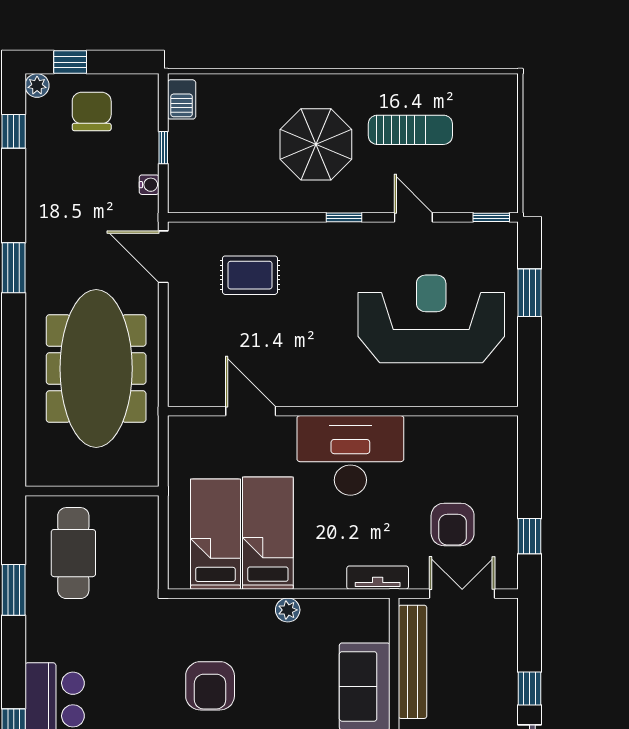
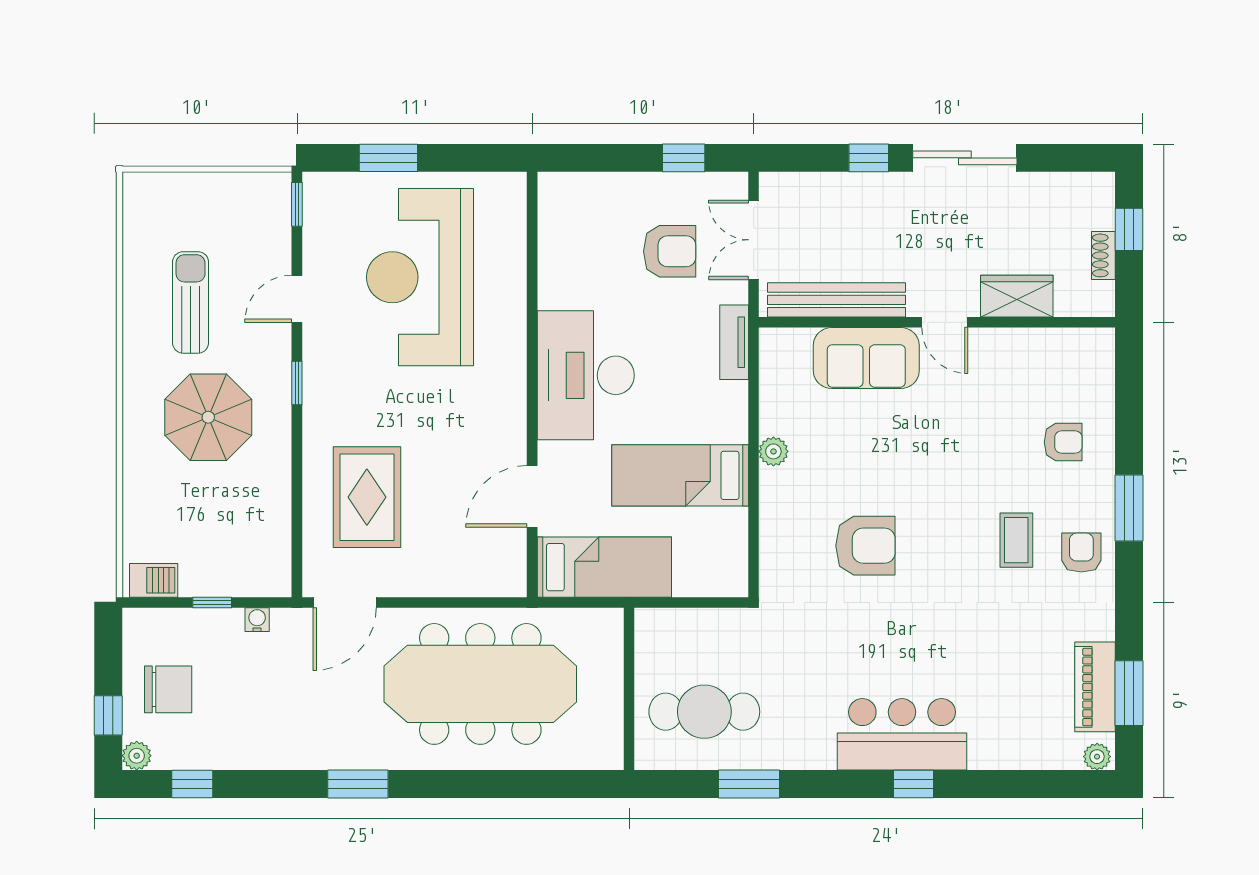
chair: (92, 111) -> (168, 689), turned 180
rug: (250, 275) -> (367, 497), width x1.36, depth x1.43
bed: (215, 534) -> (604, 567), moved, turned 180

